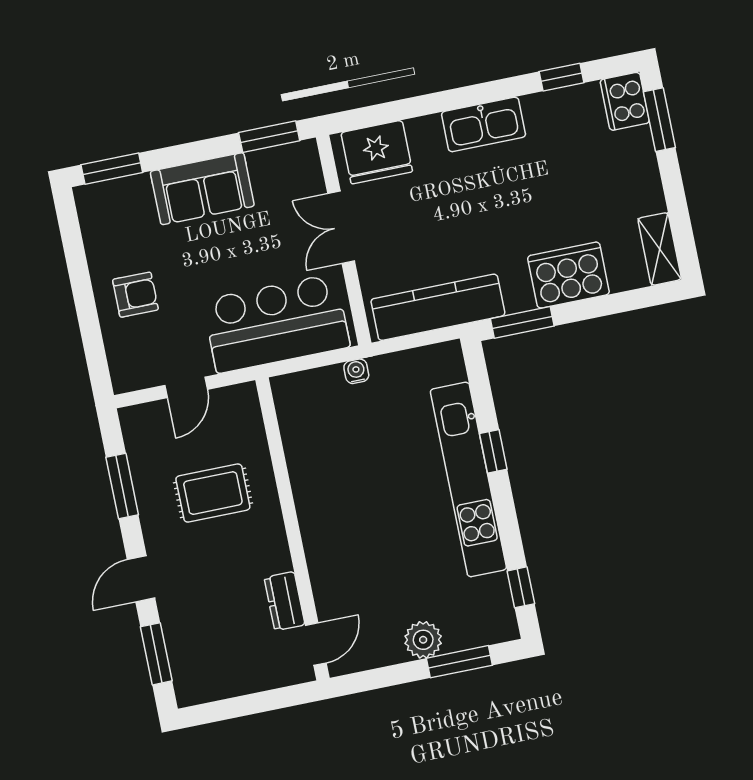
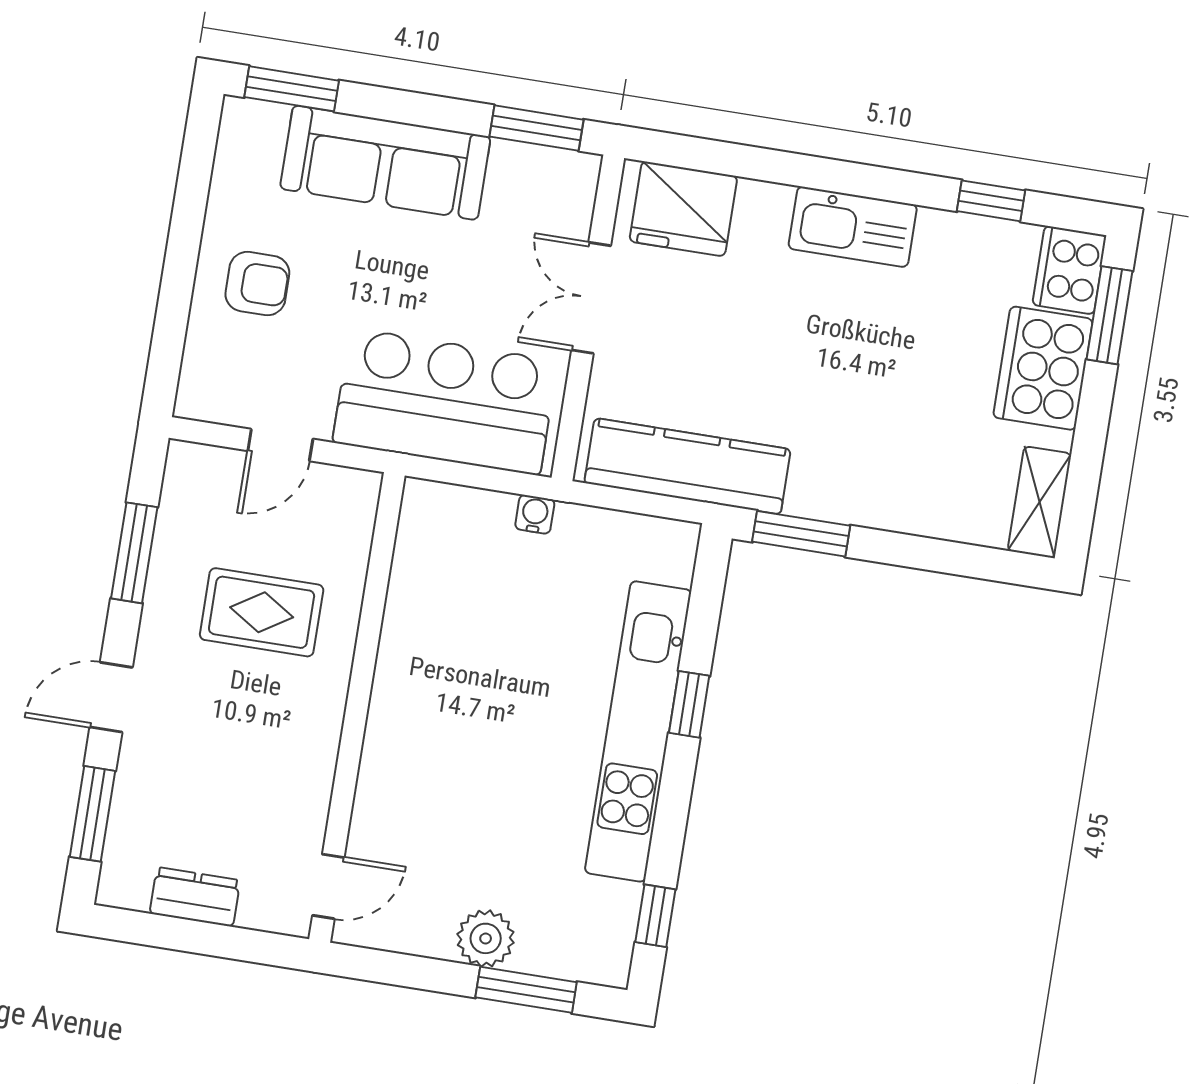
sofa: (202, 189) -> (385, 163), width x1.36
cooker: (568, 275) -> (1043, 368), moved, turned -90
dresser: (285, 601) -> (195, 897), moved, turned 90

